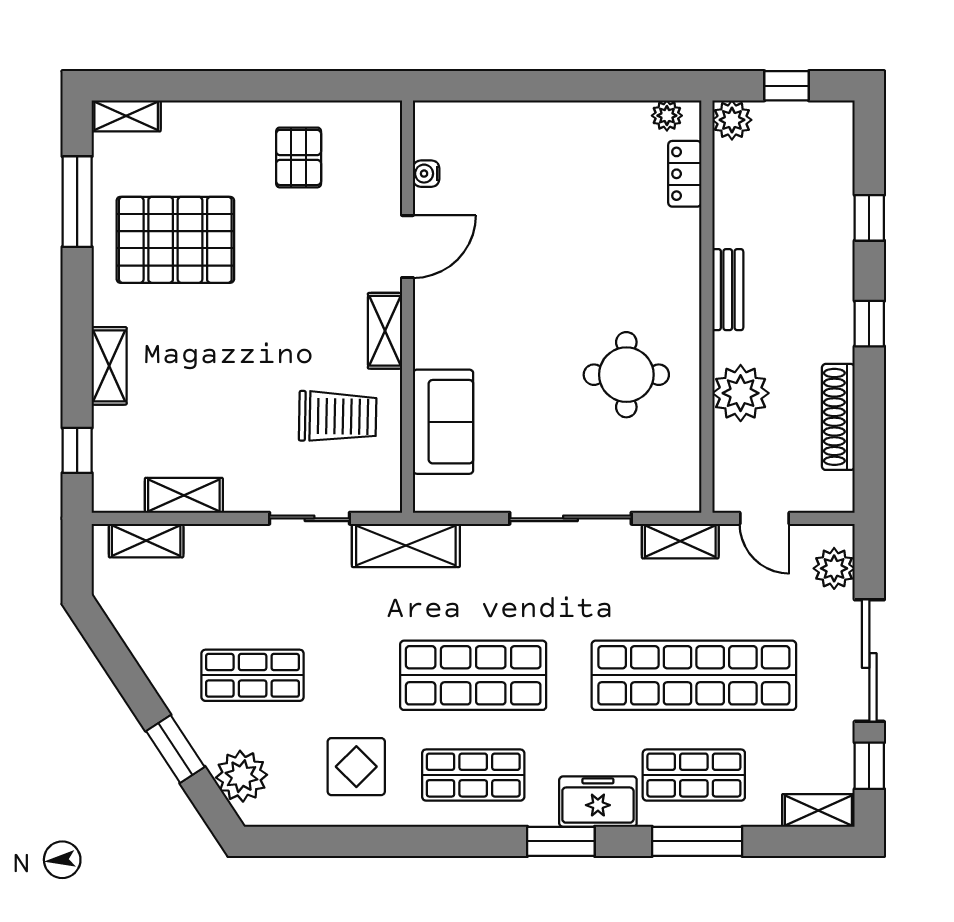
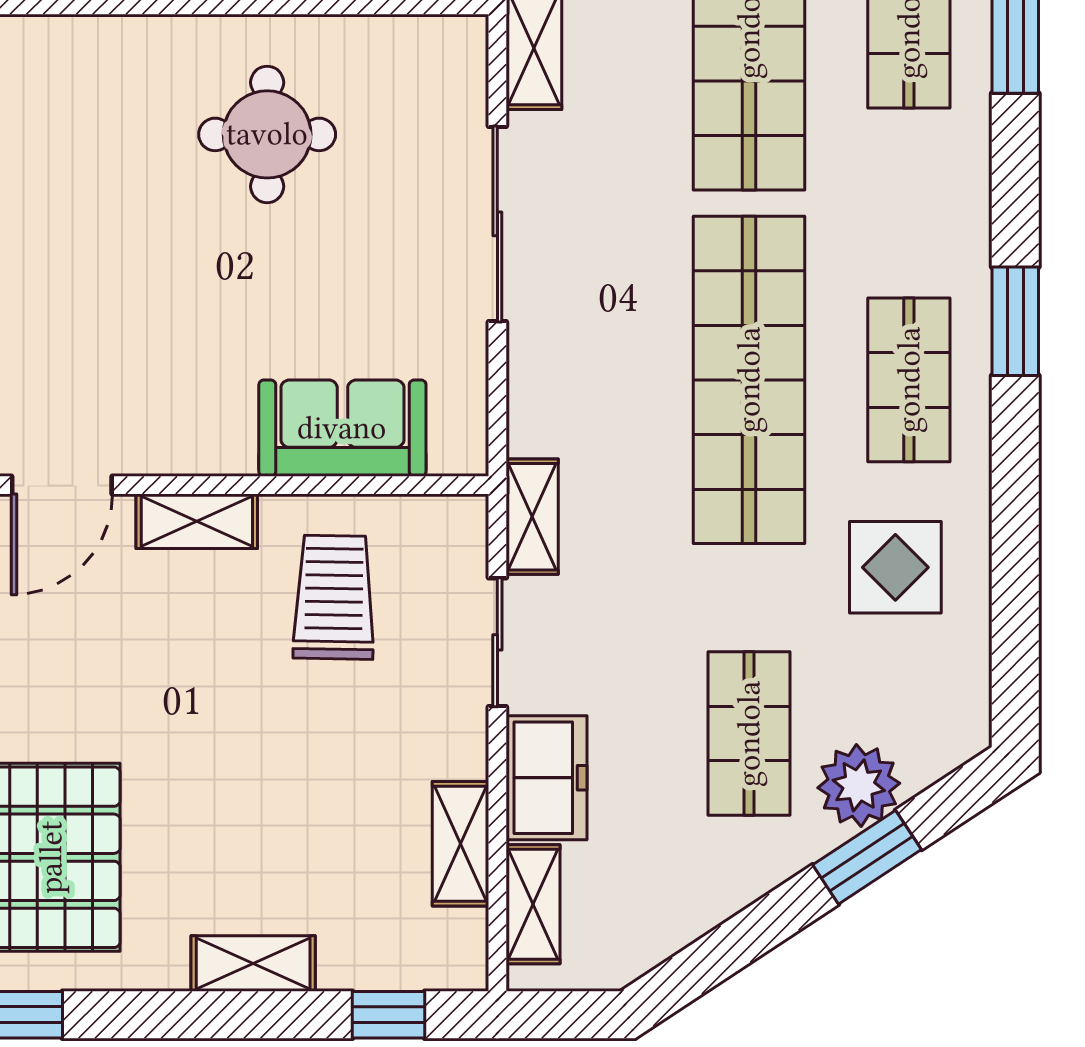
door: (407, 247) -> (62, 485), swing flipped
shelving: (406, 545) -> (532, 517), width x0.67, depth x0.75
shop shelf: (473, 675) -> (749, 380), width x1.40
plant: (241, 776) -> (859, 785), moved
freezer: (598, 802) -> (547, 778), moved, turned 180
window: (561, 841) -> (1015, 321), moved

